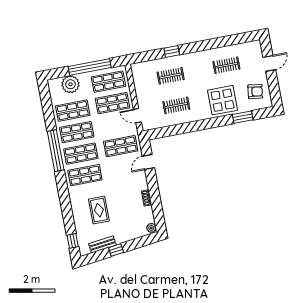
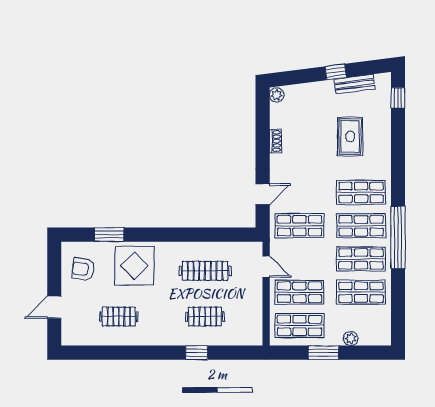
window: (90, 67) -> (323, 353), width x0.47
plant: (70, 84) -> (351, 339), width x0.53, depth x0.53
clothes rail: (176, 105) -> (205, 271), width x1.36

